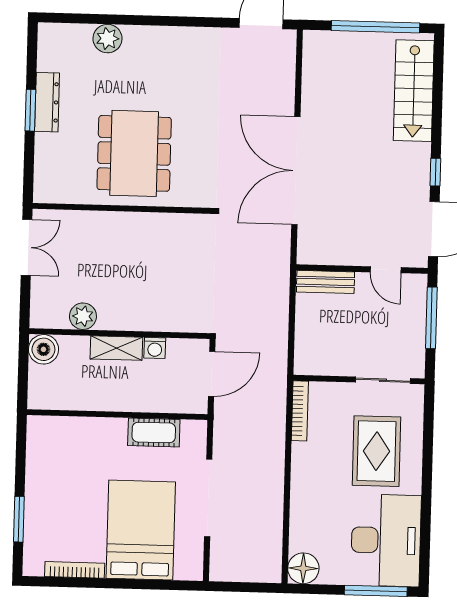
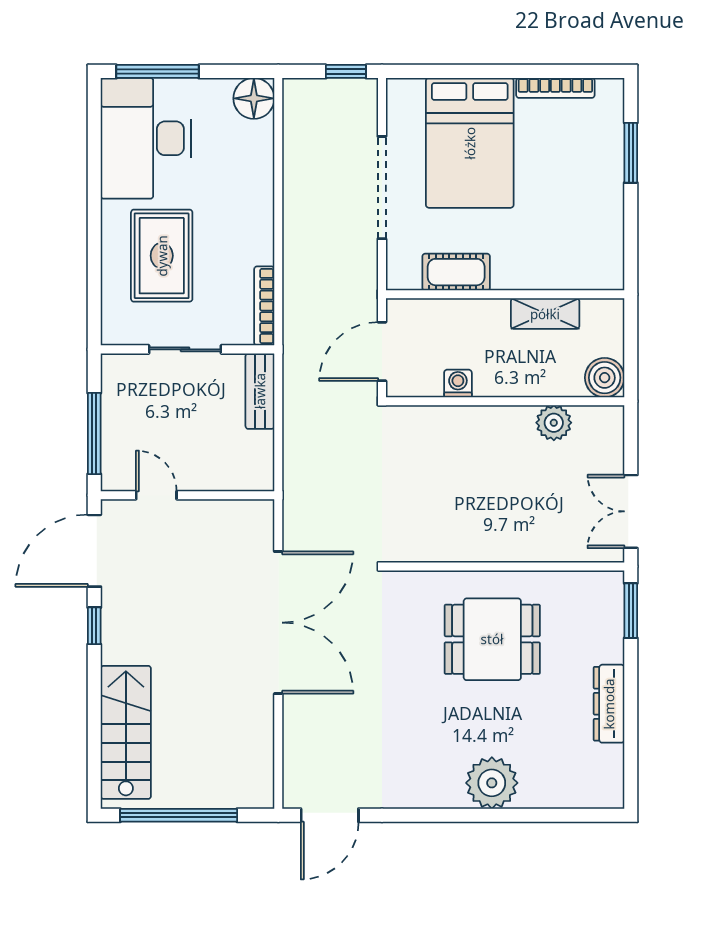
plant: (108, 39) -> (492, 783), moved, width x1.36, depth x1.36
window: (30, 110) -> (631, 611), moved
dining table: (134, 153) -> (492, 639), width x0.73
bench: (325, 282) -> (260, 391), moved, turned 90
shelving: (116, 348) -> (545, 314), moved
sliding door: (383, 380) -> (185, 349), moved
window: (233, 587) -> (346, 71), added

